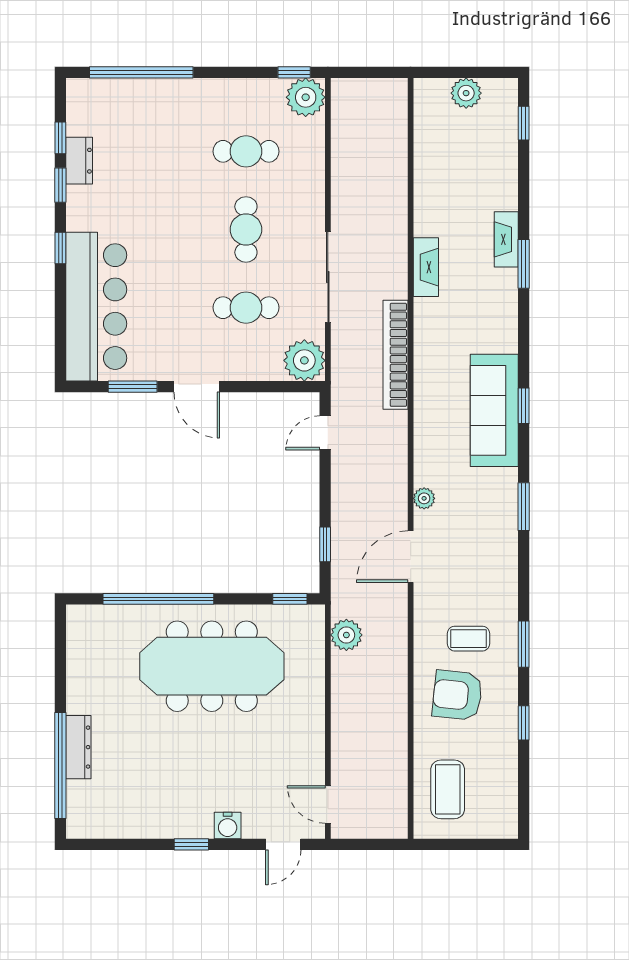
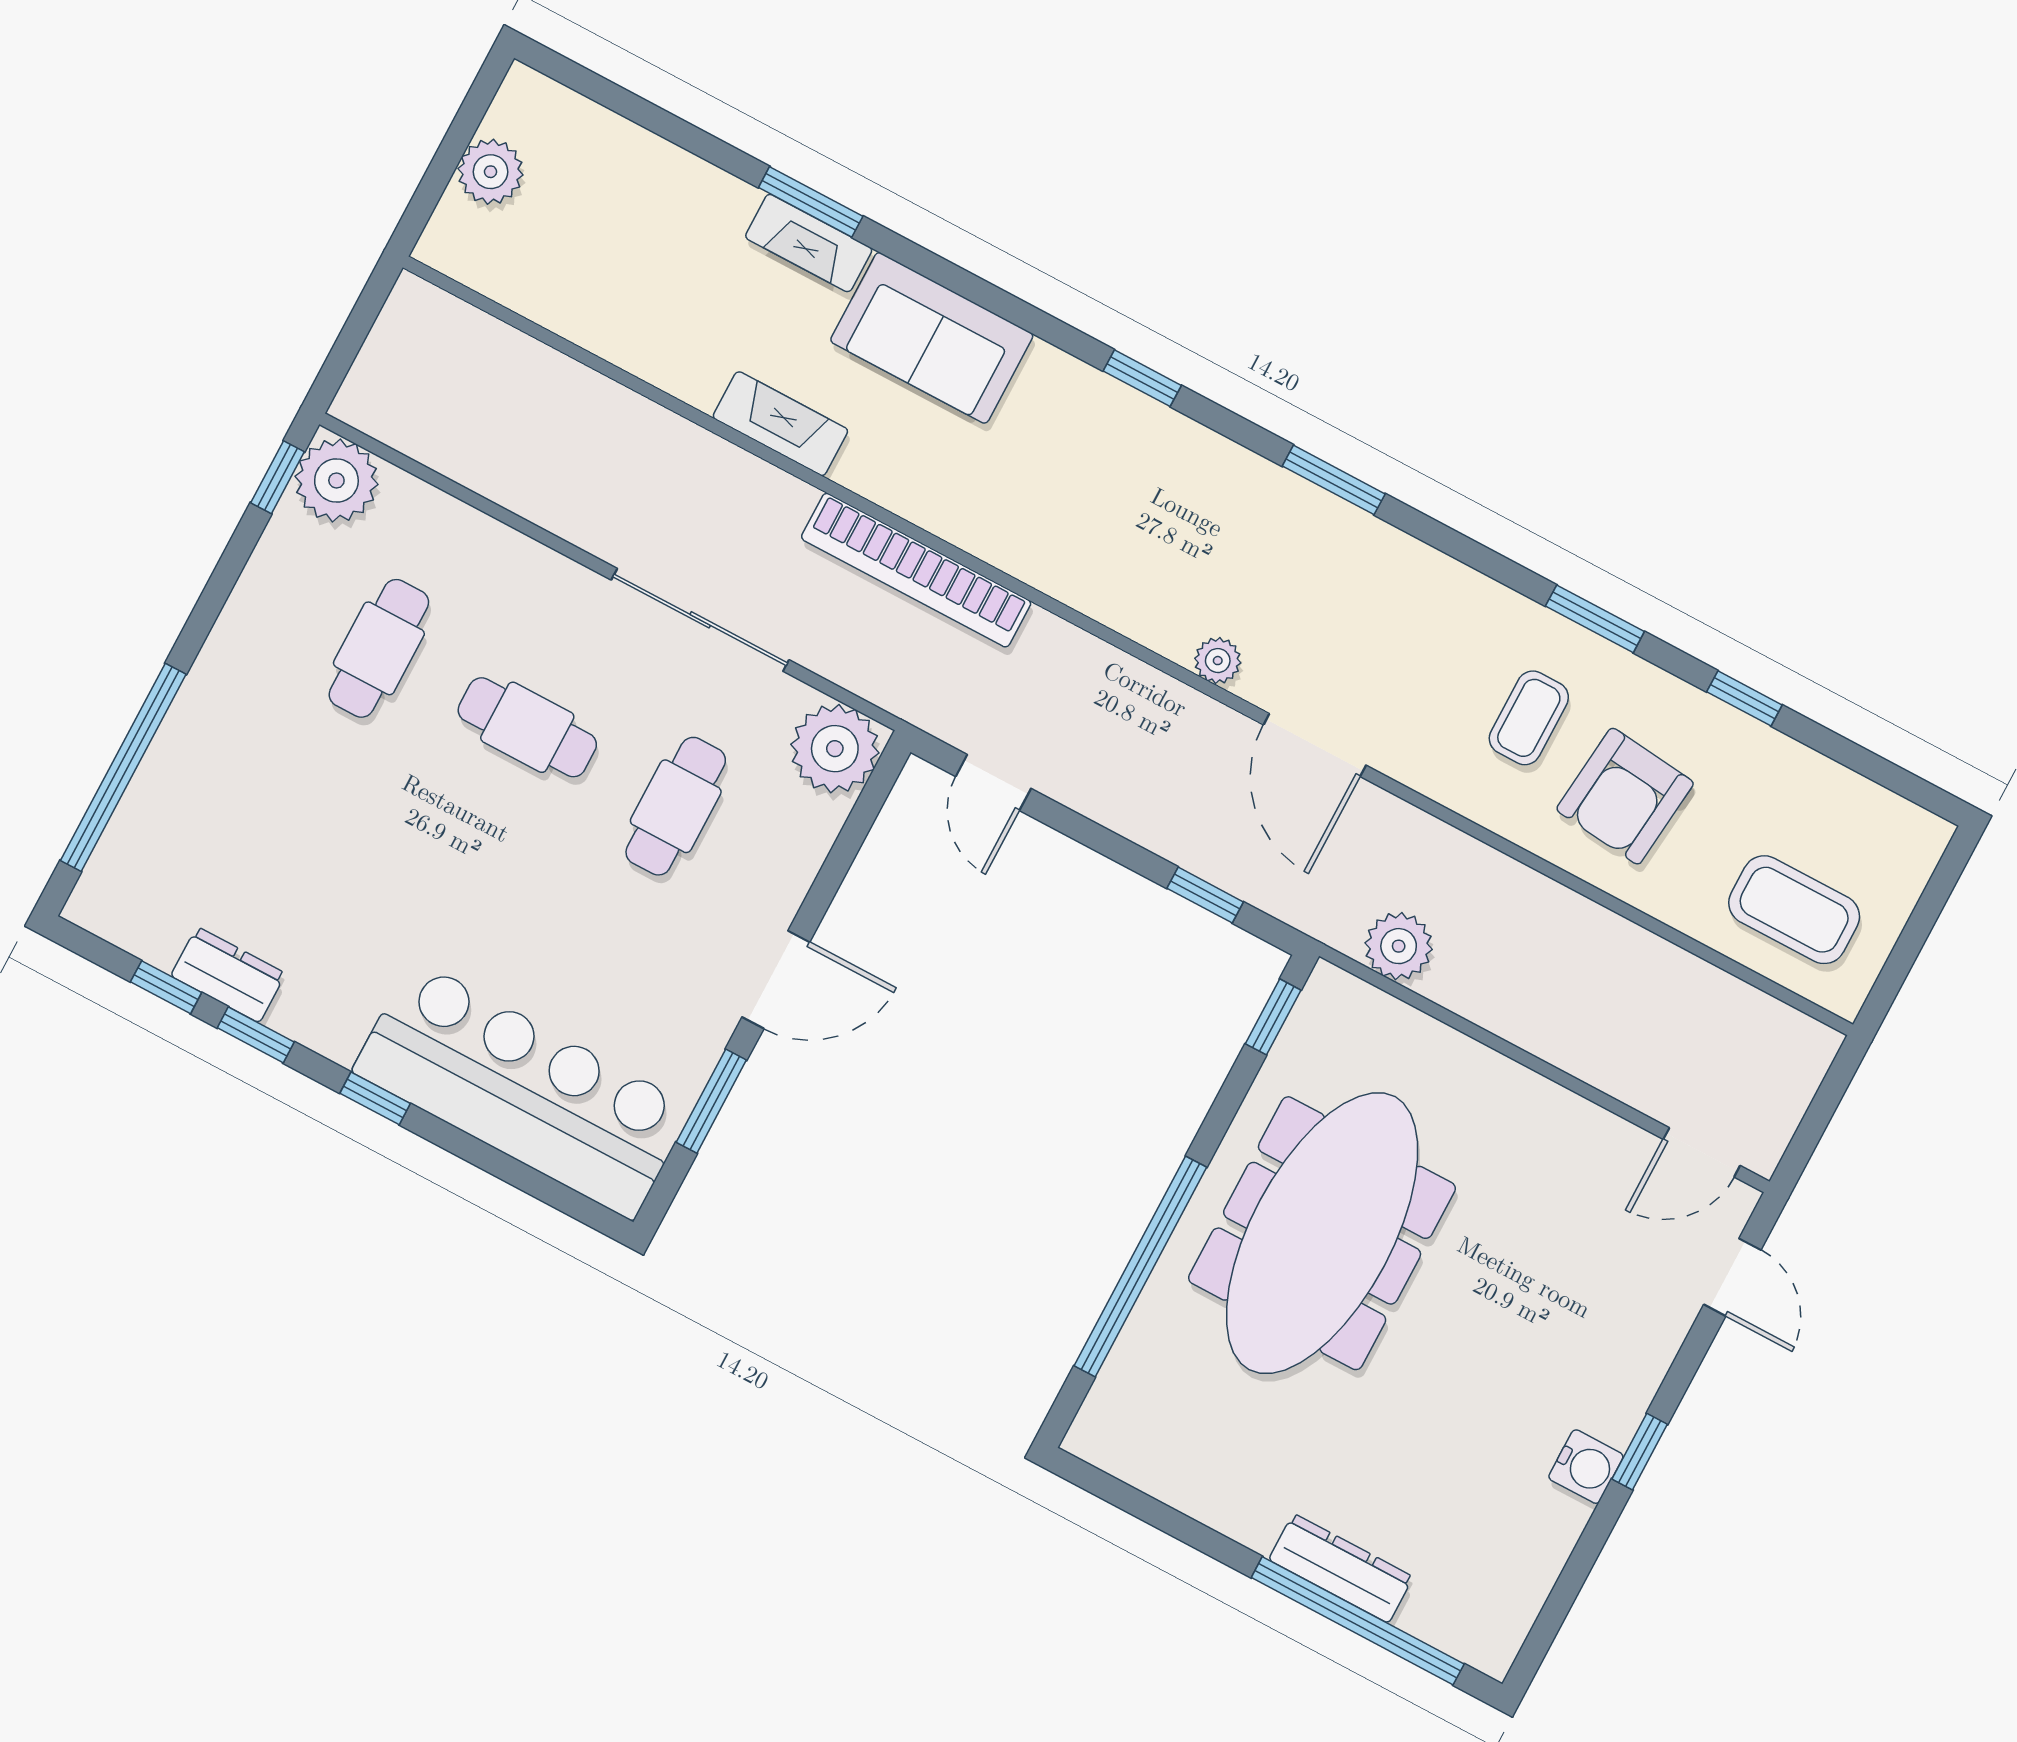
window: (524, 123) -> (606, 93), removed
window: (524, 264) -> (811, 202), moved
sofa: (494, 410) -> (932, 338), moved, width x0.73
water cooler: (228, 825) -> (1586, 1467), moved

